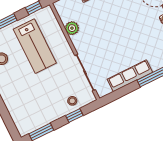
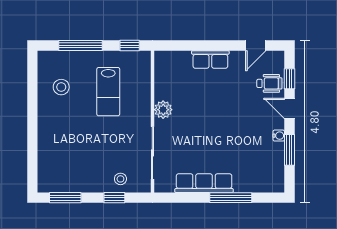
plant: (72, 28) -> (163, 110), moved
lab bench: (35, 46) -> (108, 92), width x0.73, depth x0.72

